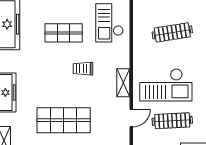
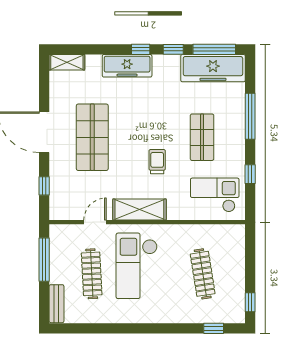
shelving: (123, 83) -> (139, 210), width x1.50, depth x1.33
door: (131, 118) -> (95, 222), swing flipped

